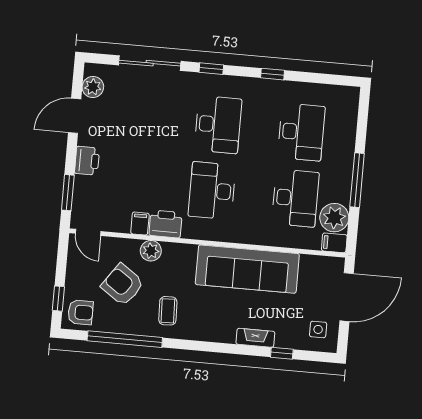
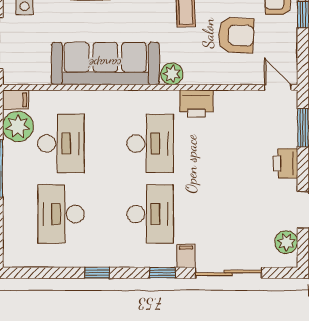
desk: (218, 125) -> (150, 214), turned 180
desk: (295, 198) -> (61, 143), turned 180
filing cabinet: (140, 224) -> (186, 256), moved, turned 180
plant: (151, 251) -> (172, 74), moved
armchair: (123, 285) -> (236, 35), turned -32

